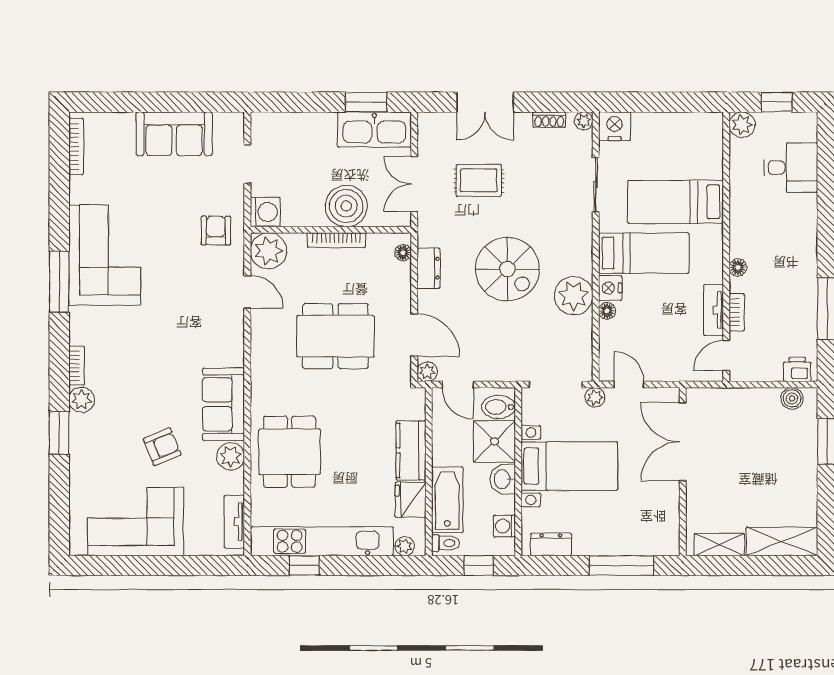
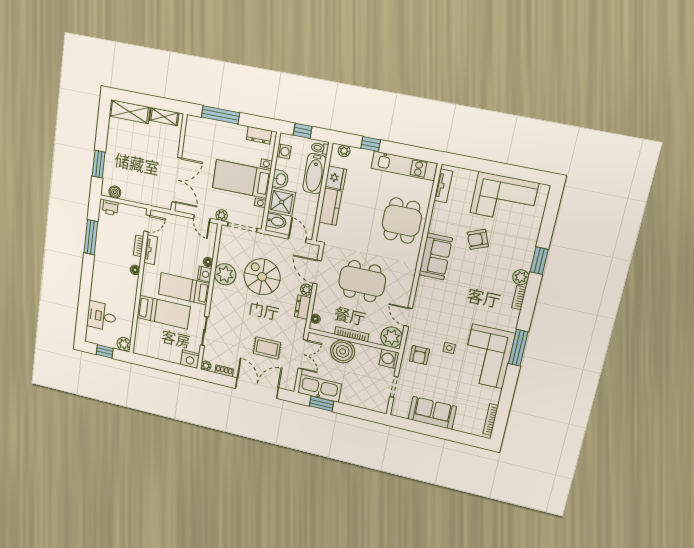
double door: (485, 102) -> (257, 388), width x1.37
side table: (170, 255) -> (449, 348), added
spiral stairs: (507, 269) -> (262, 277), moved
plant: (427, 372) -> (306, 290), moved
plant: (231, 456) -> (438, 225), removed
kitchen unit: (322, 541) -> (404, 166), width x0.73
window: (304, 565) -> (370, 144), moved

